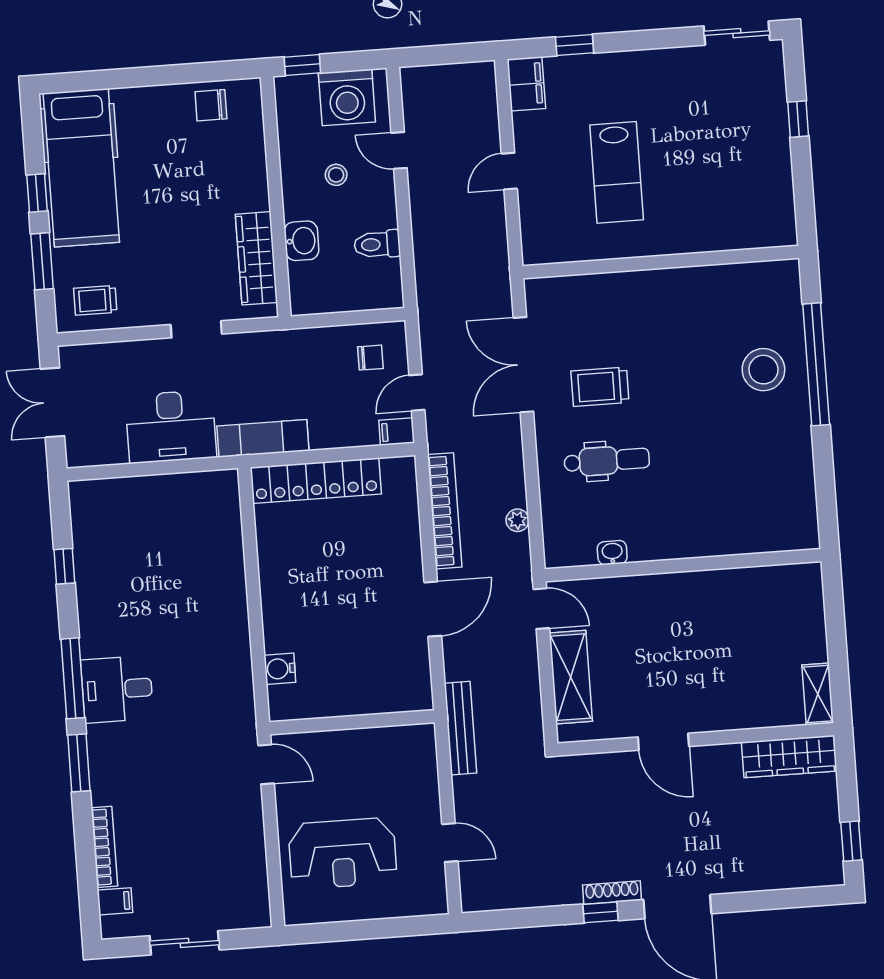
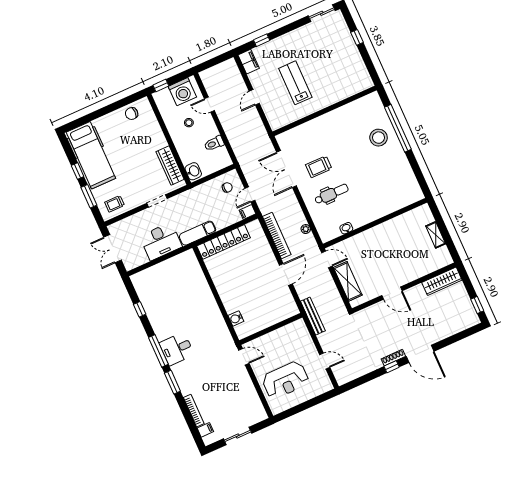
lab bench: (617, 172) -> (295, 83), turned 180
washbasin: (302, 241) -> (193, 171), moved
shelving: (818, 694) -> (436, 235), moved

